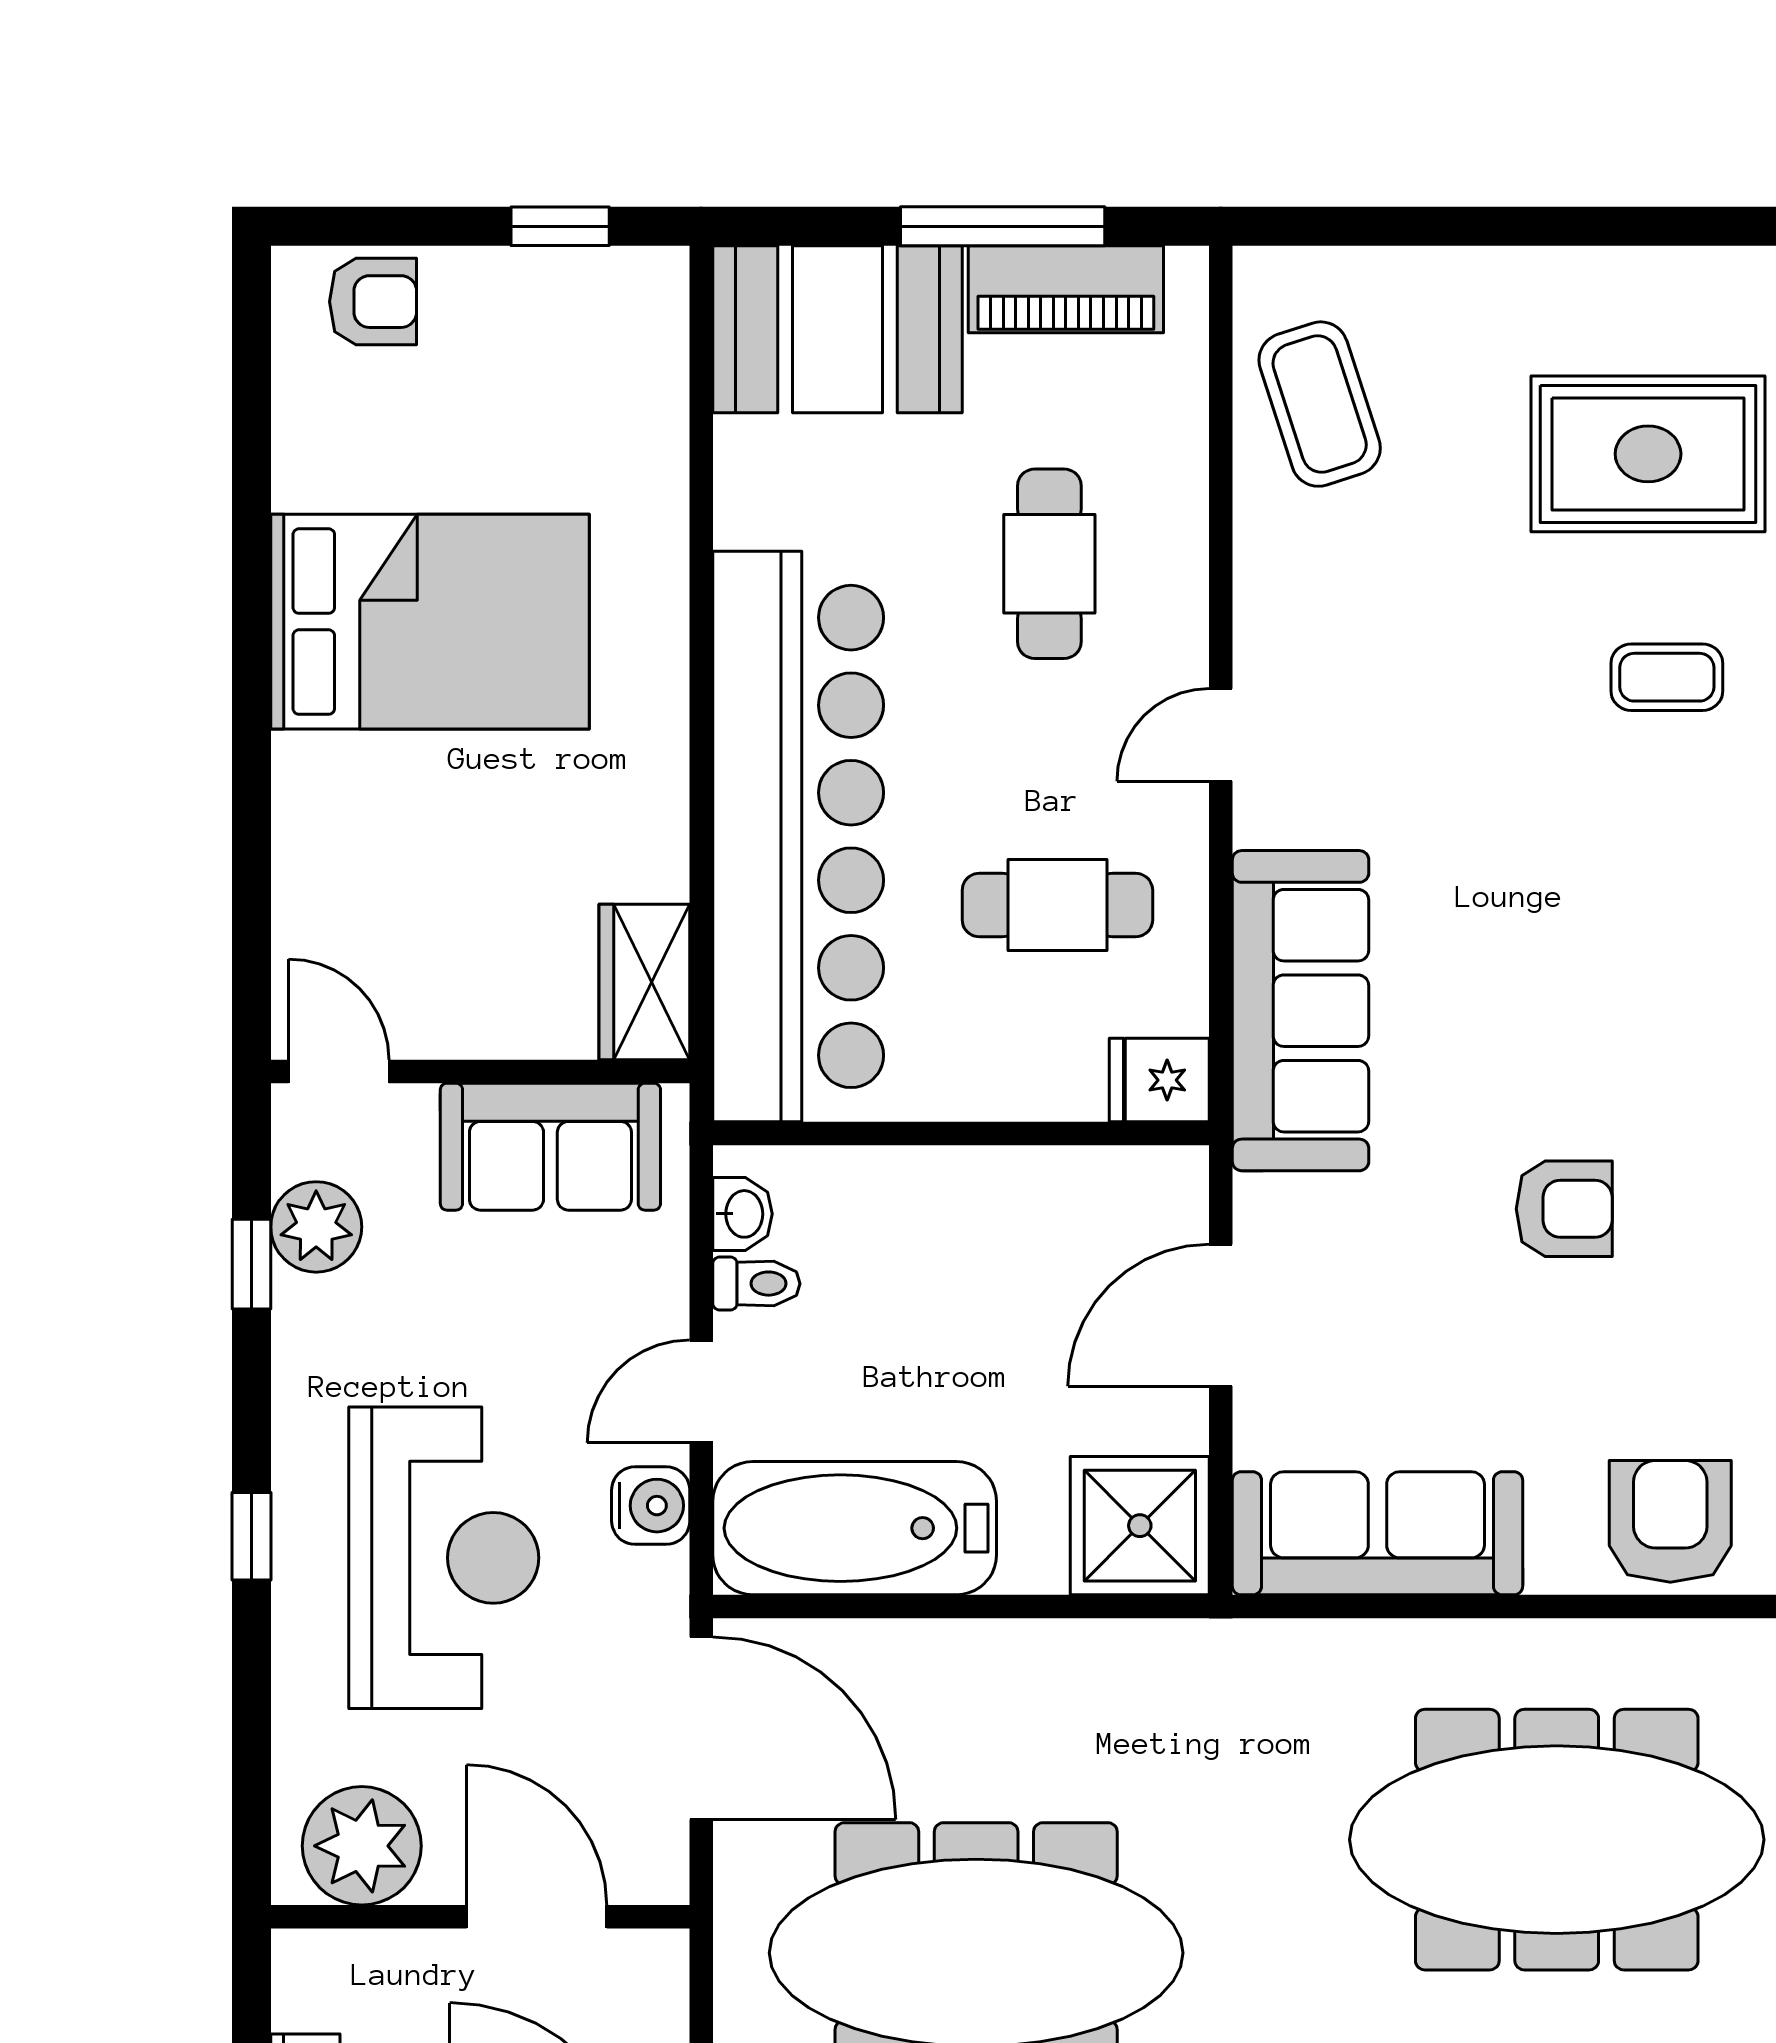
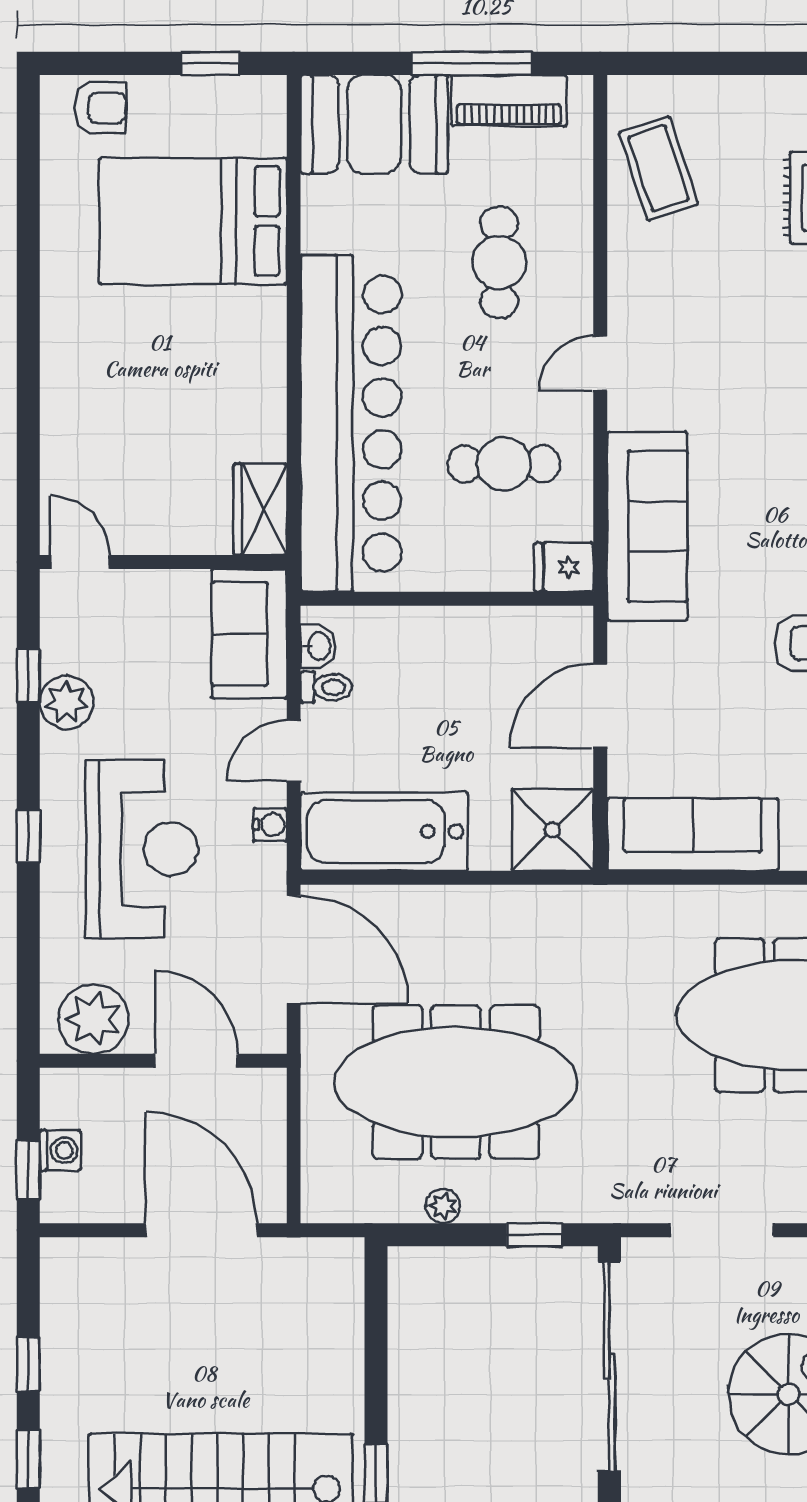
bed: (430, 622) -> (193, 221), moved, turned 180
sofa: (550, 1147) -> (249, 634), moved, turned 90
plant: (316, 1227) -> (66, 702), moved
water cooler: (651, 1506) -> (270, 825), width x0.72, depth x0.72

